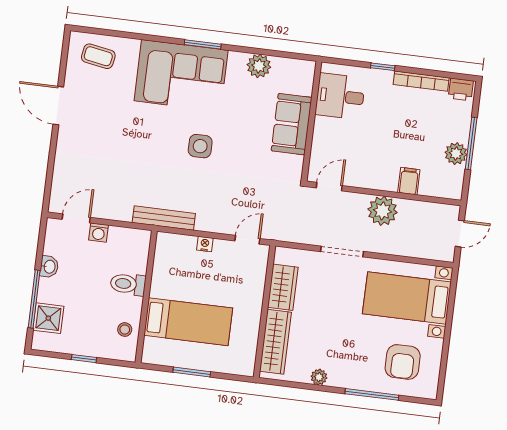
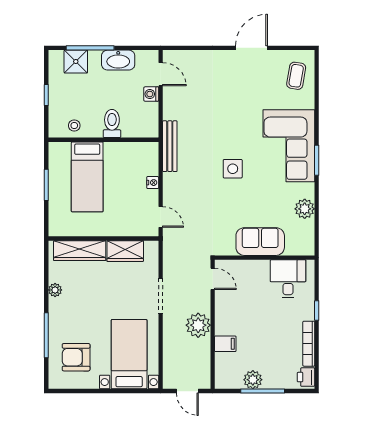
washbasin: (49, 267) -> (118, 60), width x1.91, depth x1.45

